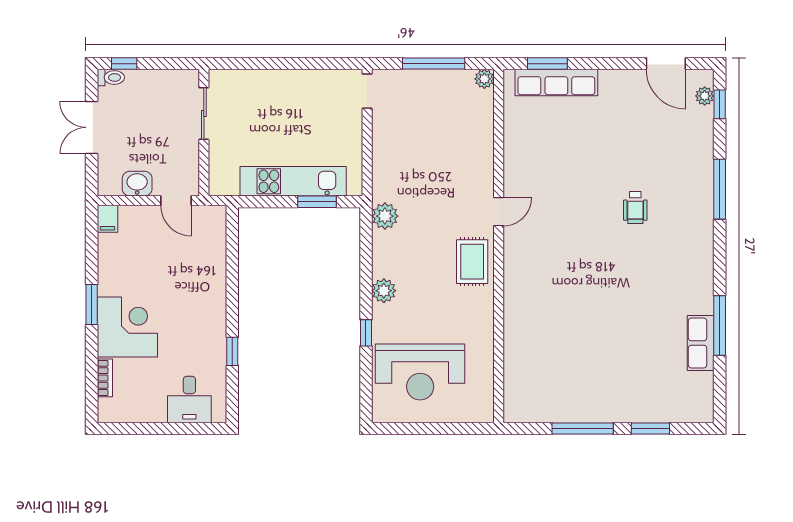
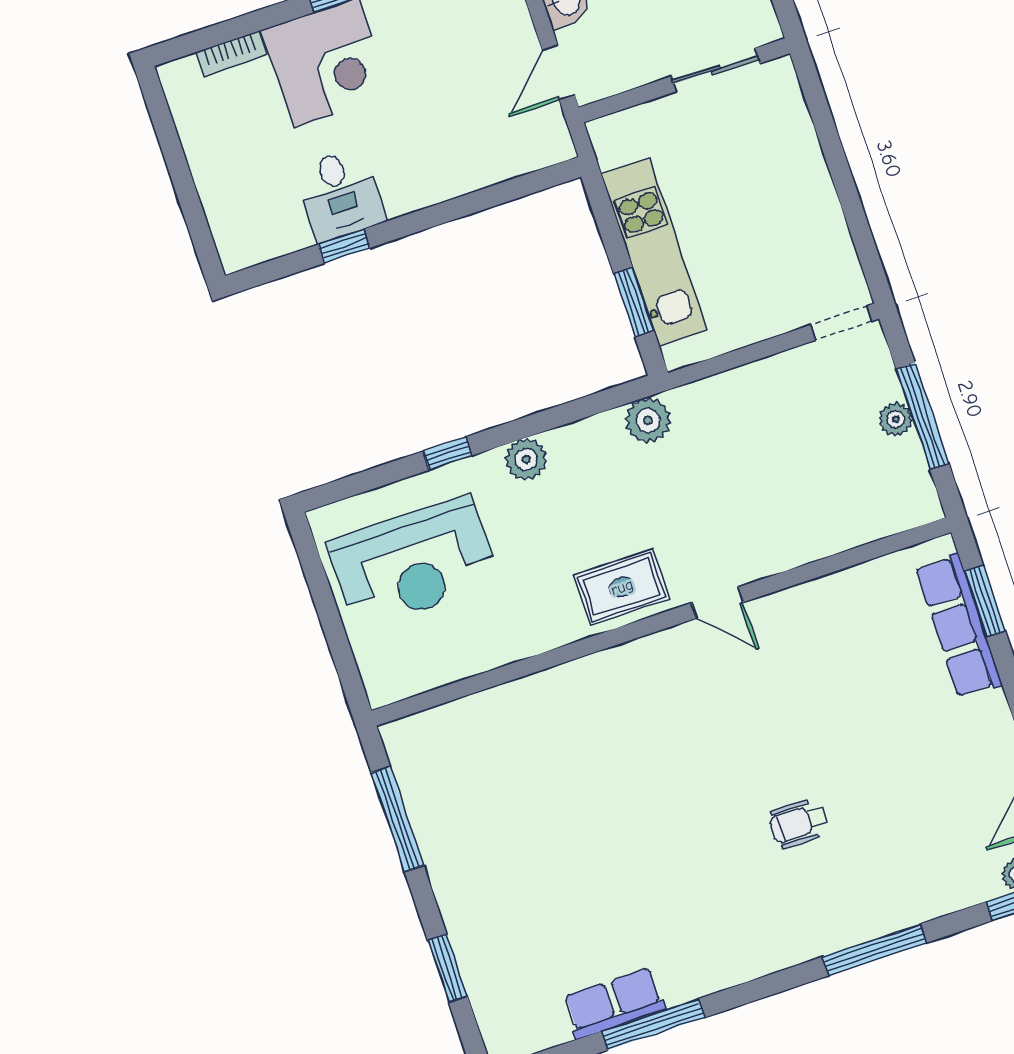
plant: (484, 79) -> (896, 419), moved
reception desk: (420, 372) -> (413, 563), turned -90
desk: (189, 399) -> (340, 195), moved, turned -90
window: (583, 429) -> (397, 819), moved

